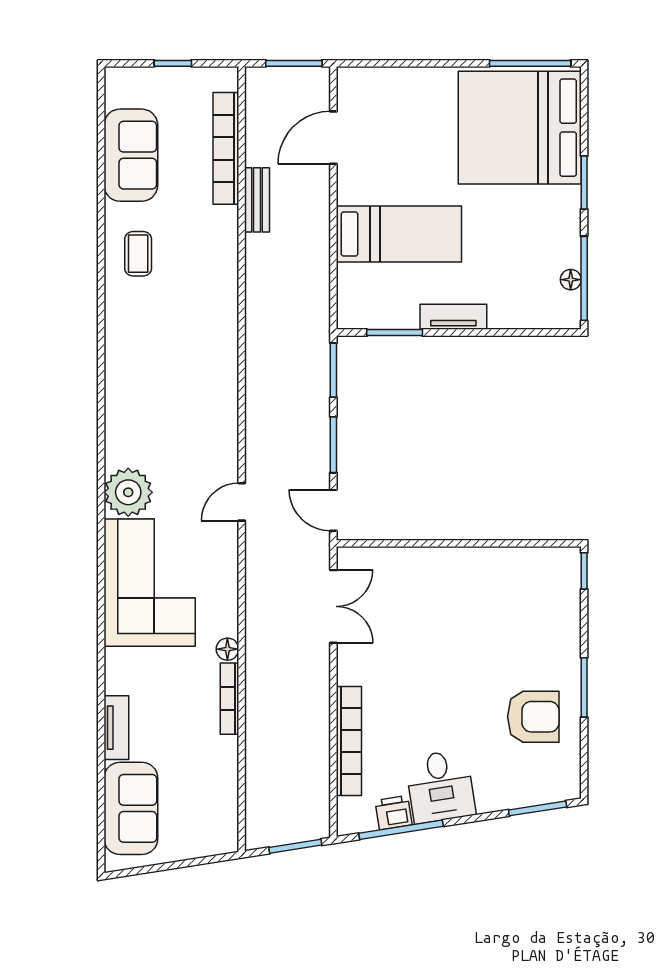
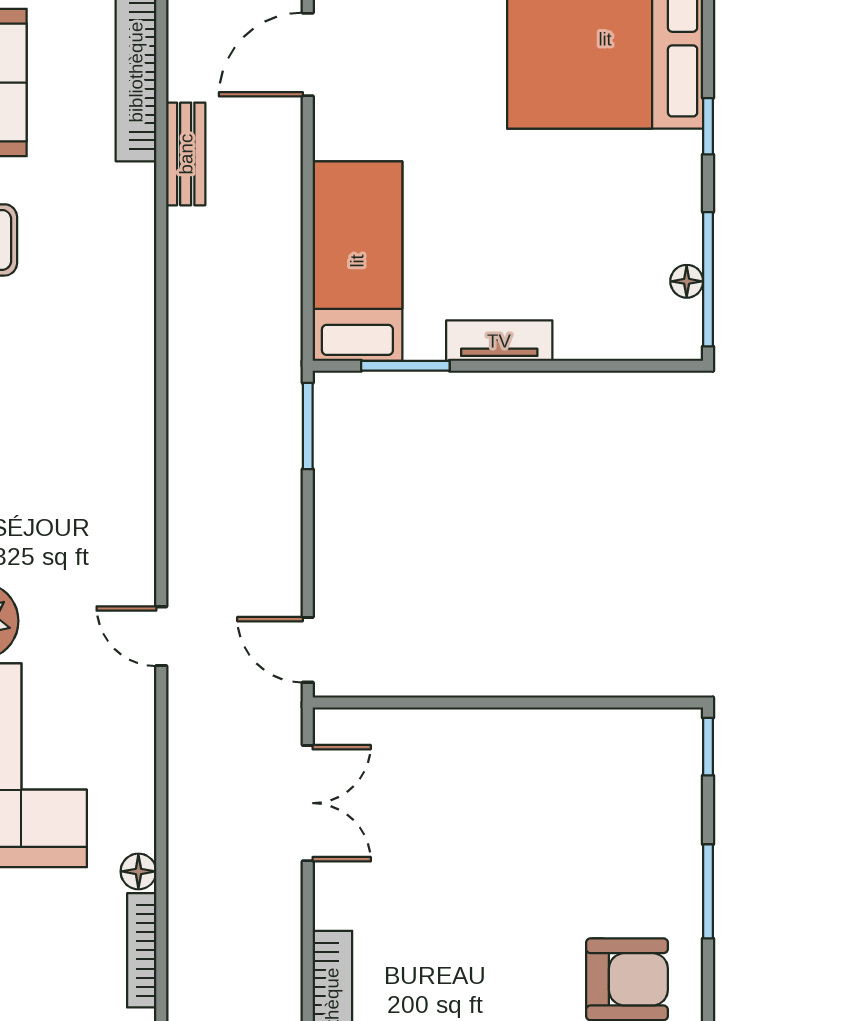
window: (584, 183) -> (708, 126), width x0.67
bed: (399, 234) -> (357, 261), moved, turned -90
window: (333, 445) -> (308, 545), removed
door: (242, 502) -> (161, 636), hinge flipped
window: (584, 687) -> (708, 891), moved

